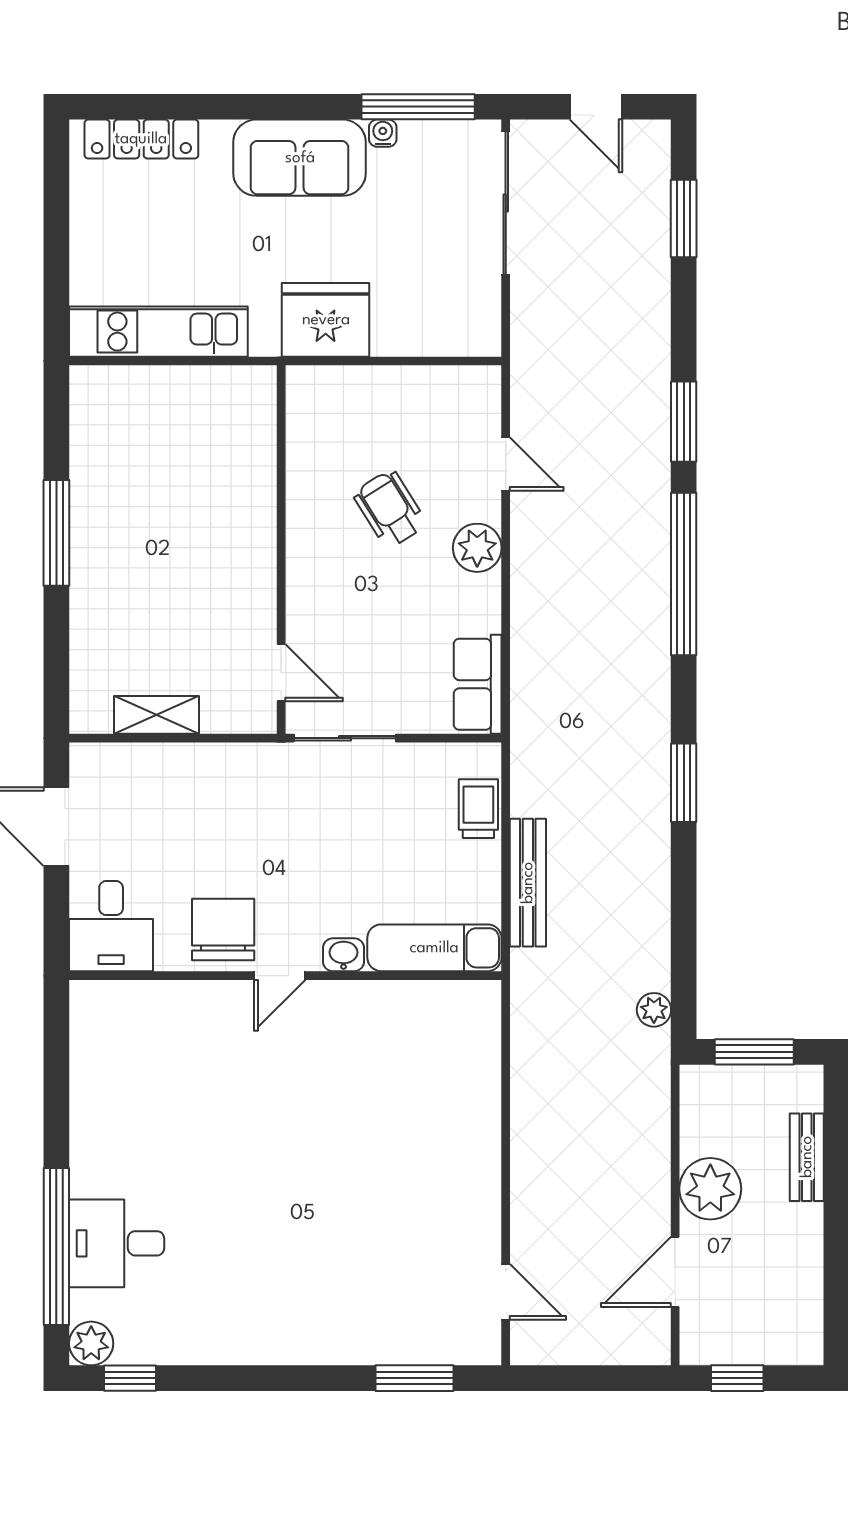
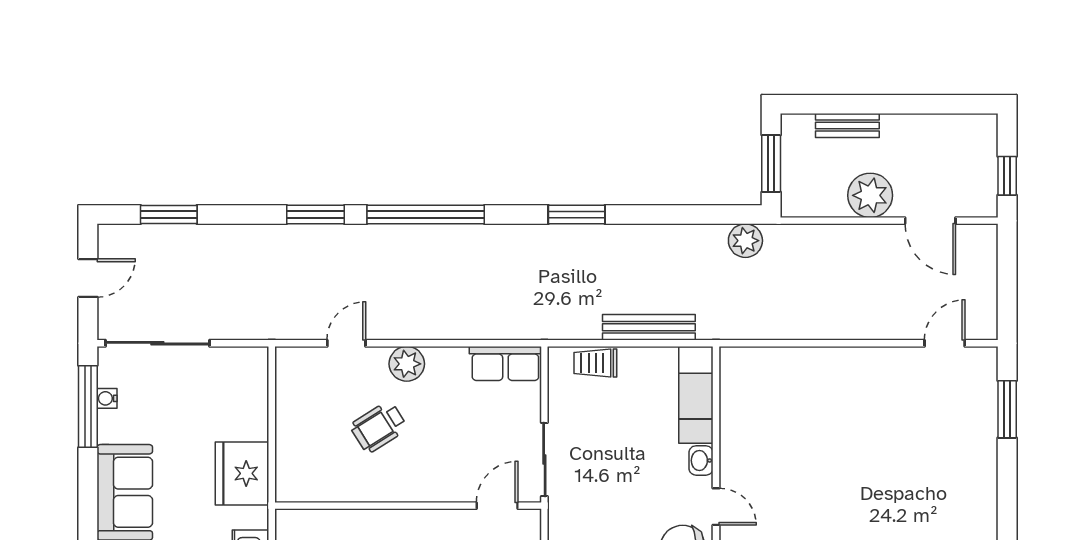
water cooler: (383, 133) -> (107, 398), moved
plant: (654, 1010) -> (745, 241), width x1.38, depth x1.38

